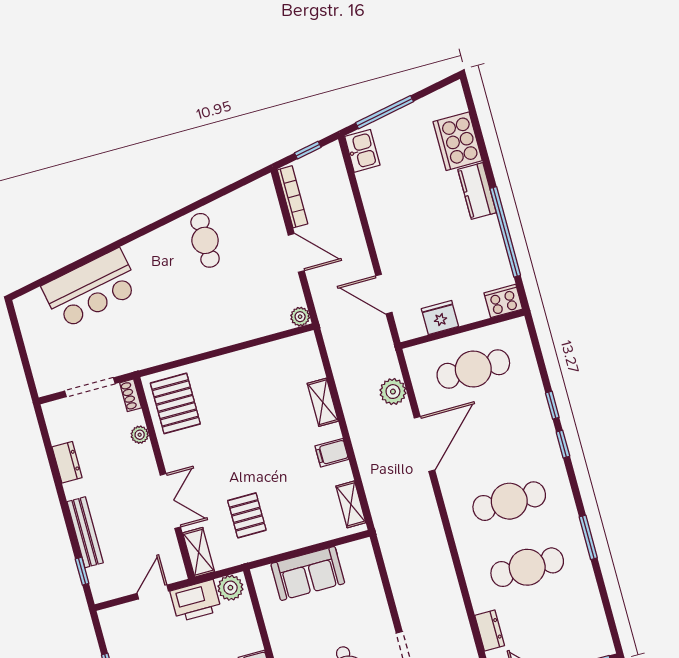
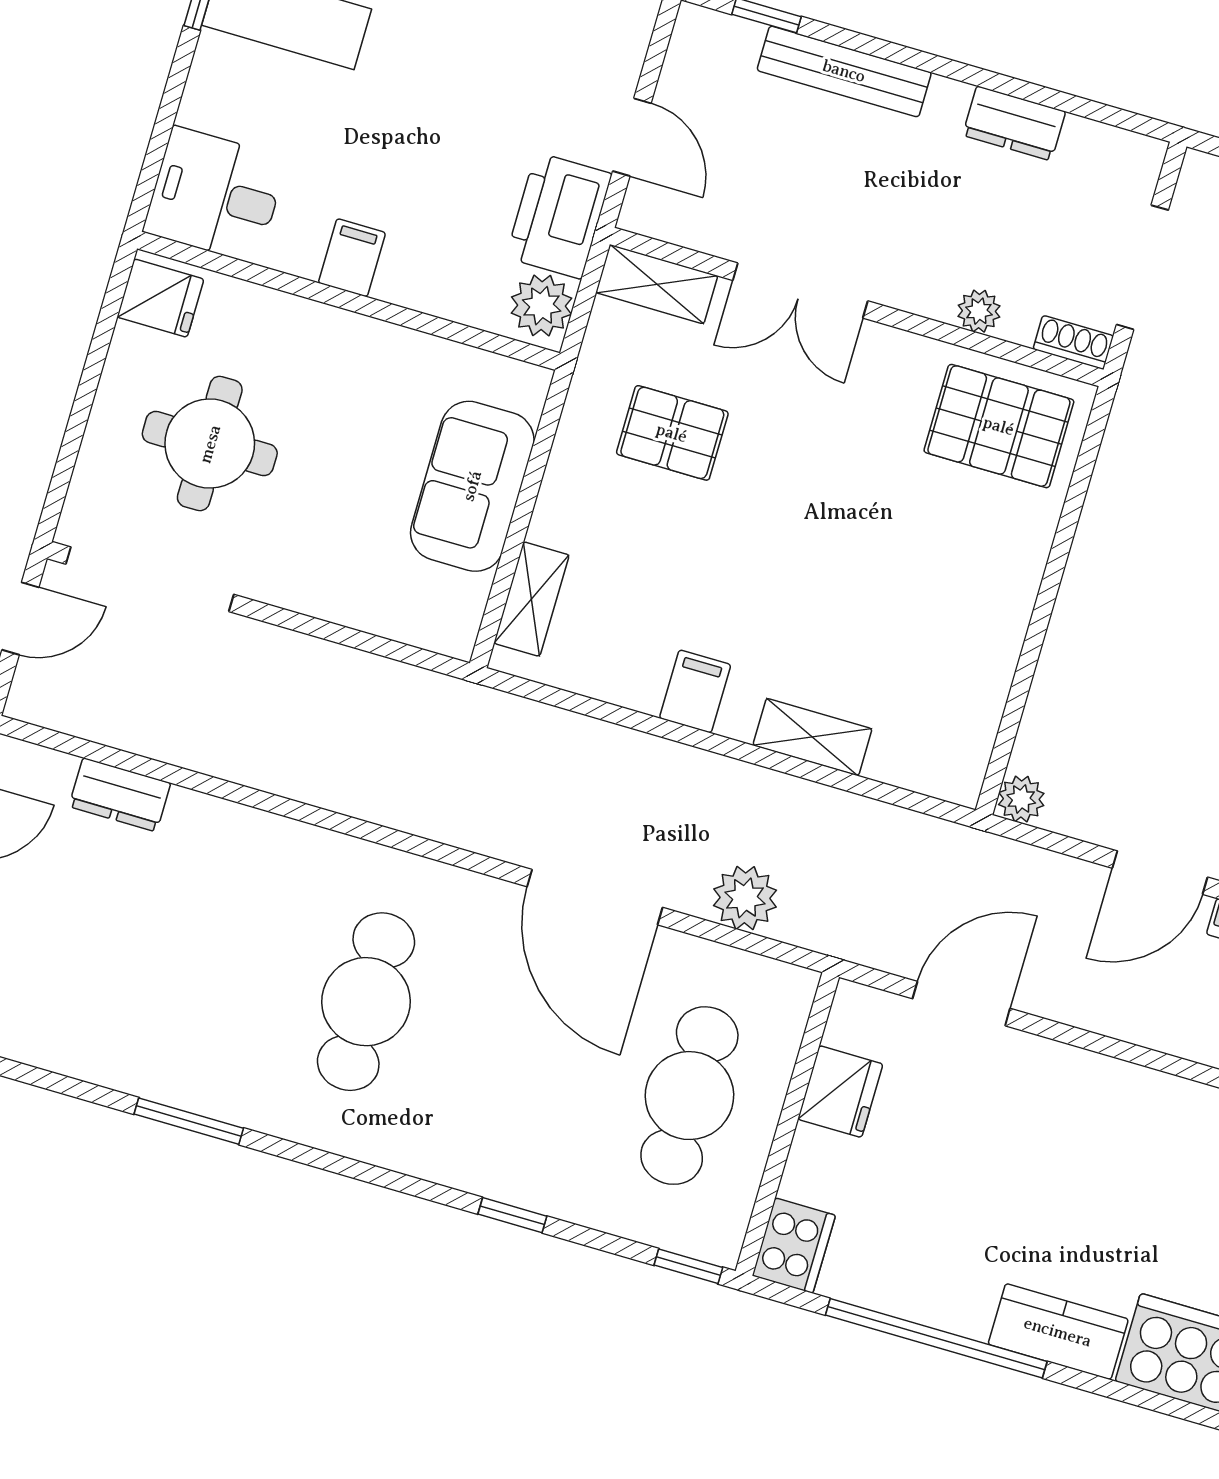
window: (563, 444) -> (688, 1266), moved
shelving: (351, 504) -> (531, 599), moved, turned 90
cafe table: (527, 567) -> (204, 955), removed

